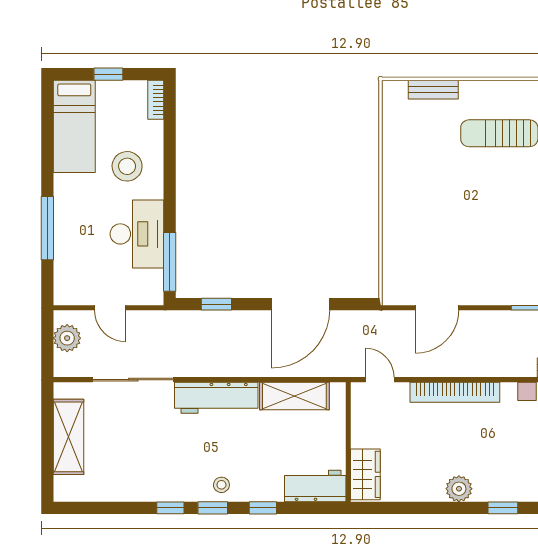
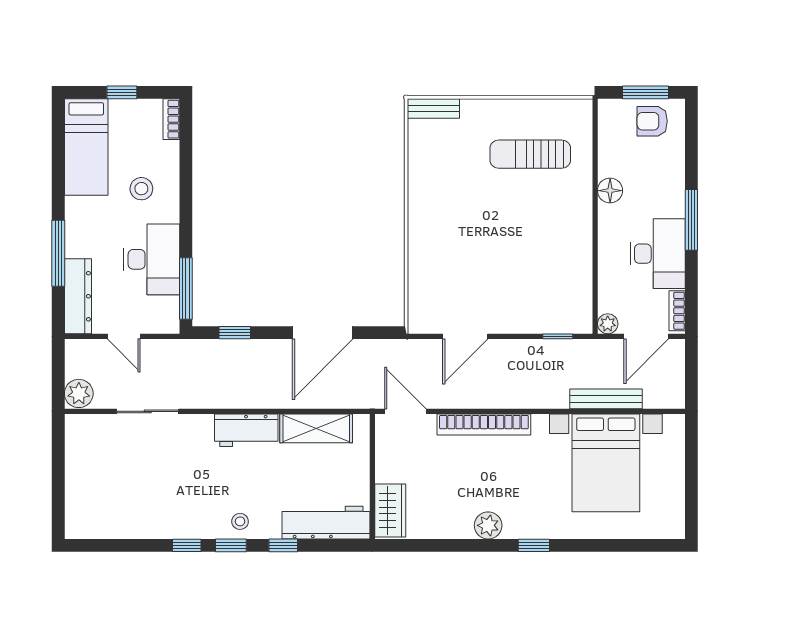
bench: (433, 90) -> (433, 109), moved
stool: (127, 166) -> (141, 189), width x0.73, depth x0.73
dresser: (66, 269) -> (78, 296), added
plant: (67, 338) -> (79, 393), moved
sliding door: (133, 380) -> (148, 411), width x0.73
door: (380, 380) -> (405, 411), width x1.38
workbench: (216, 398) -> (246, 430), width x0.73
shelving: (69, 437) -> (80, 471), removed
workbench: (315, 486) -> (326, 523), width x1.38

